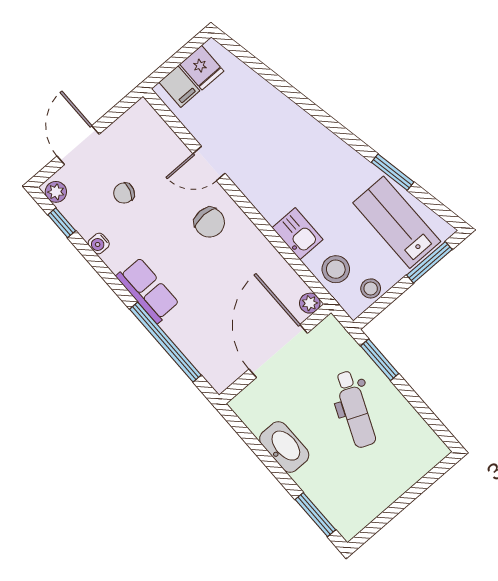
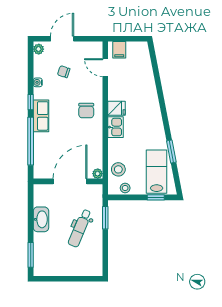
fridge: (202, 68) -> (116, 108), moved, turned -90
door: (209, 164) -> (105, 68), moved
window: (62, 223) -> (31, 102), moved
kitchen sink: (298, 234) -> (116, 127), moved
window: (429, 262) -> (156, 197), width x0.67

